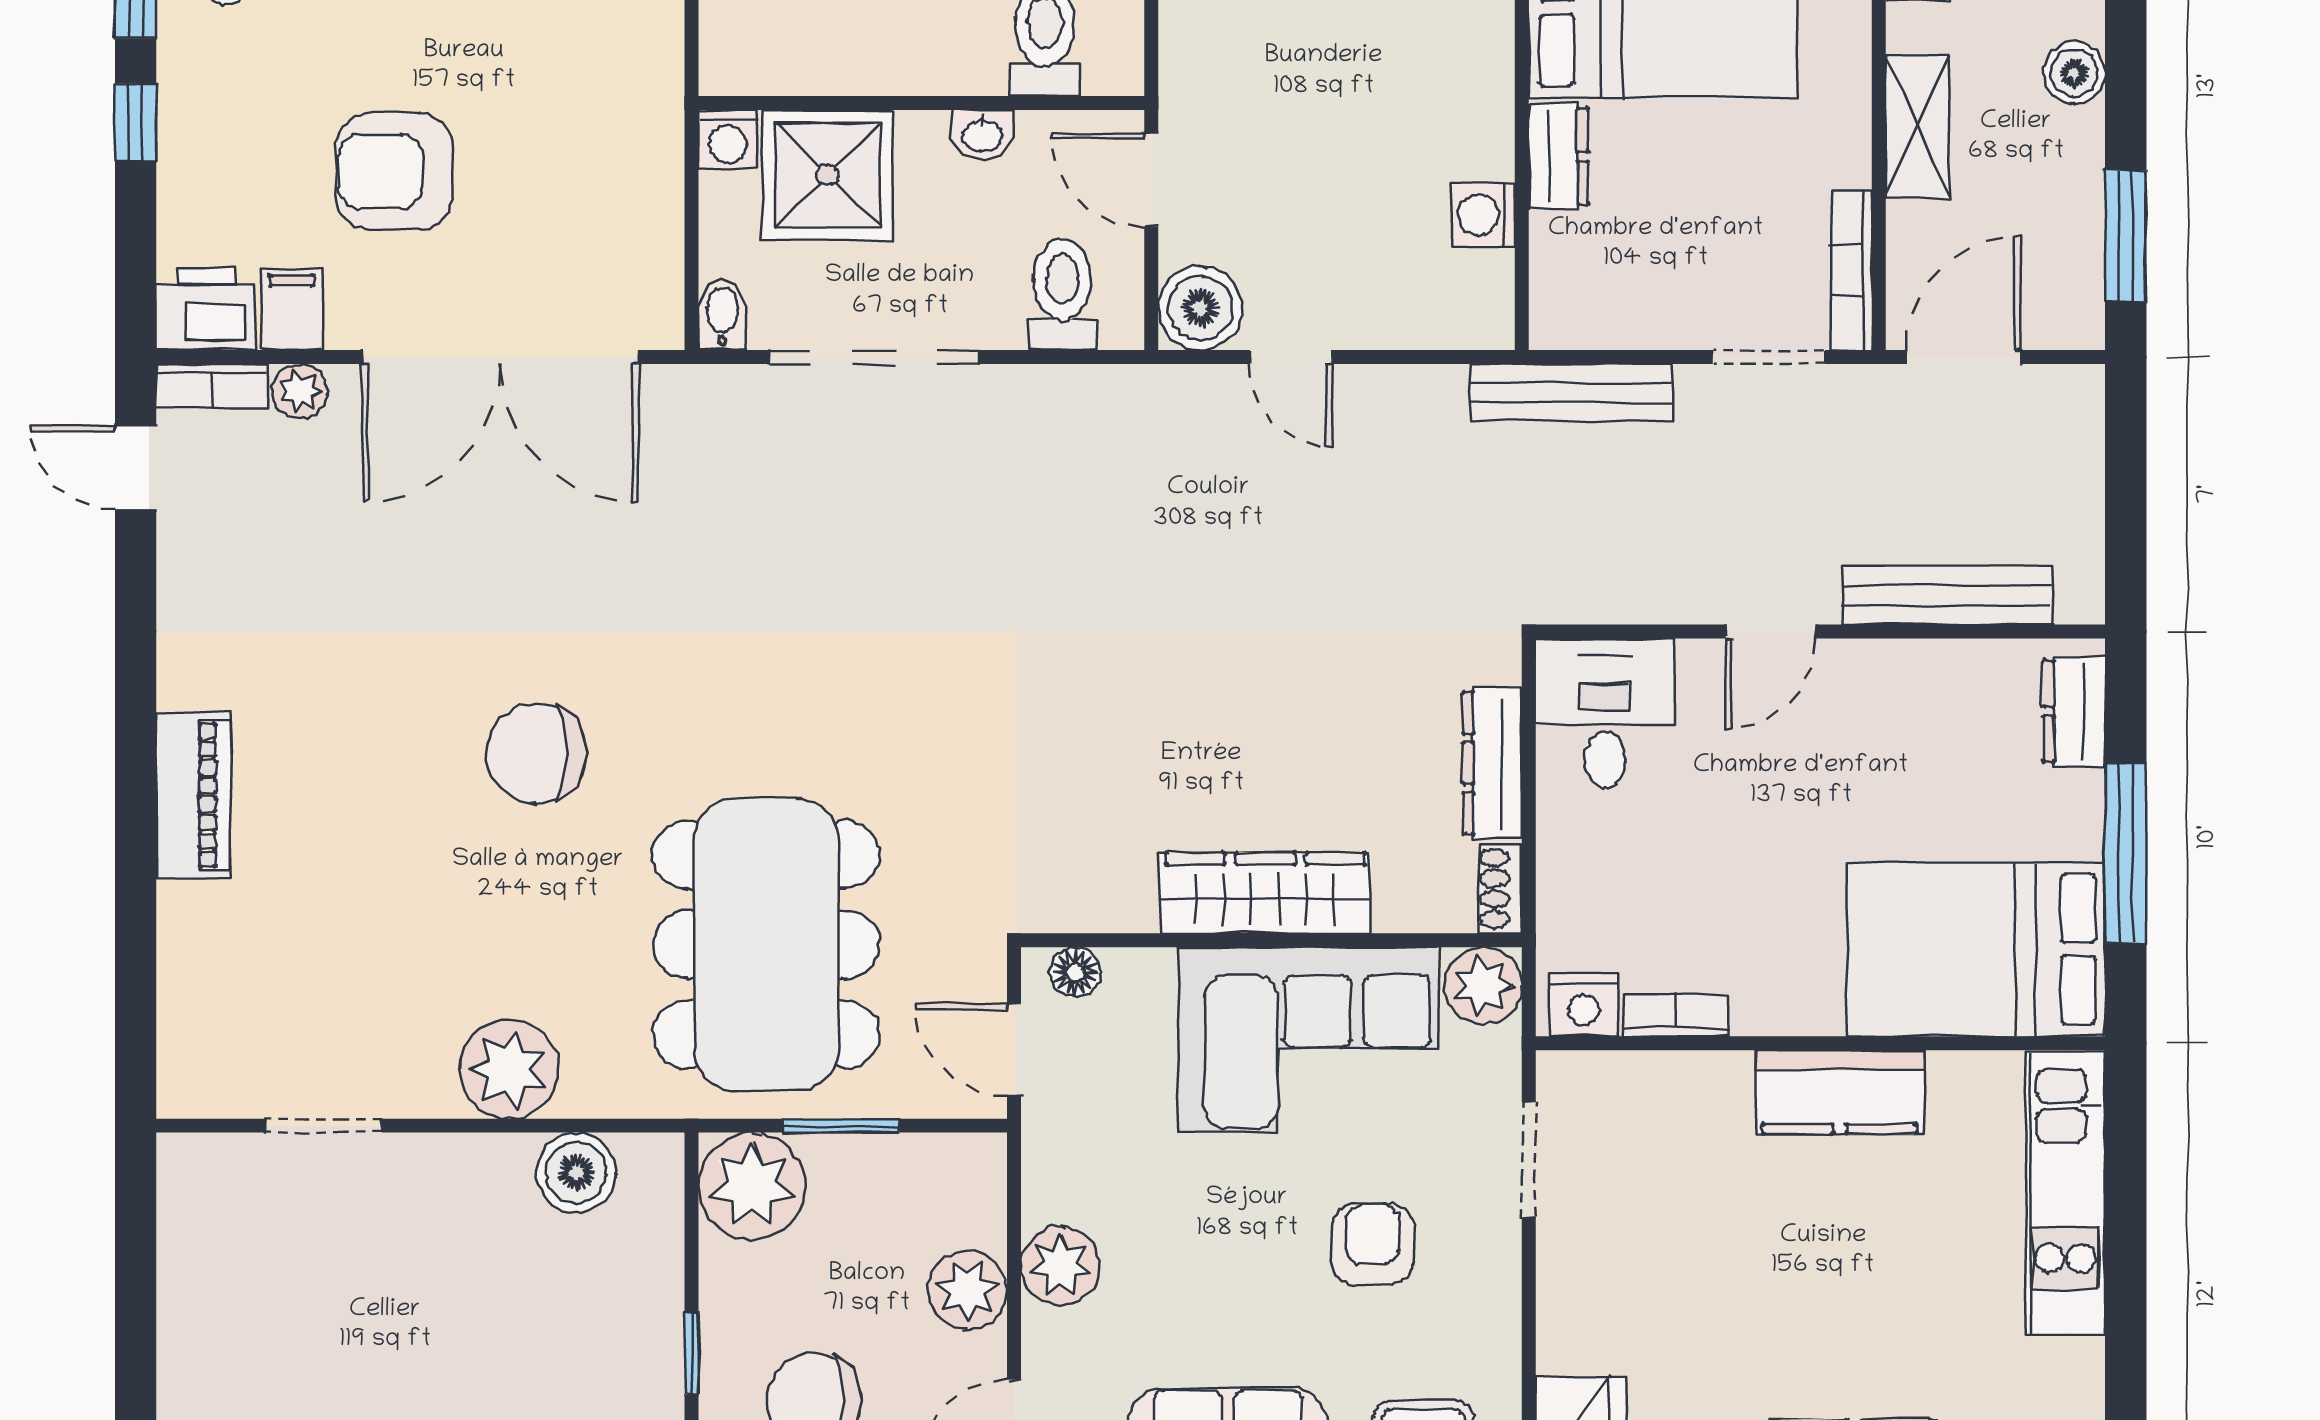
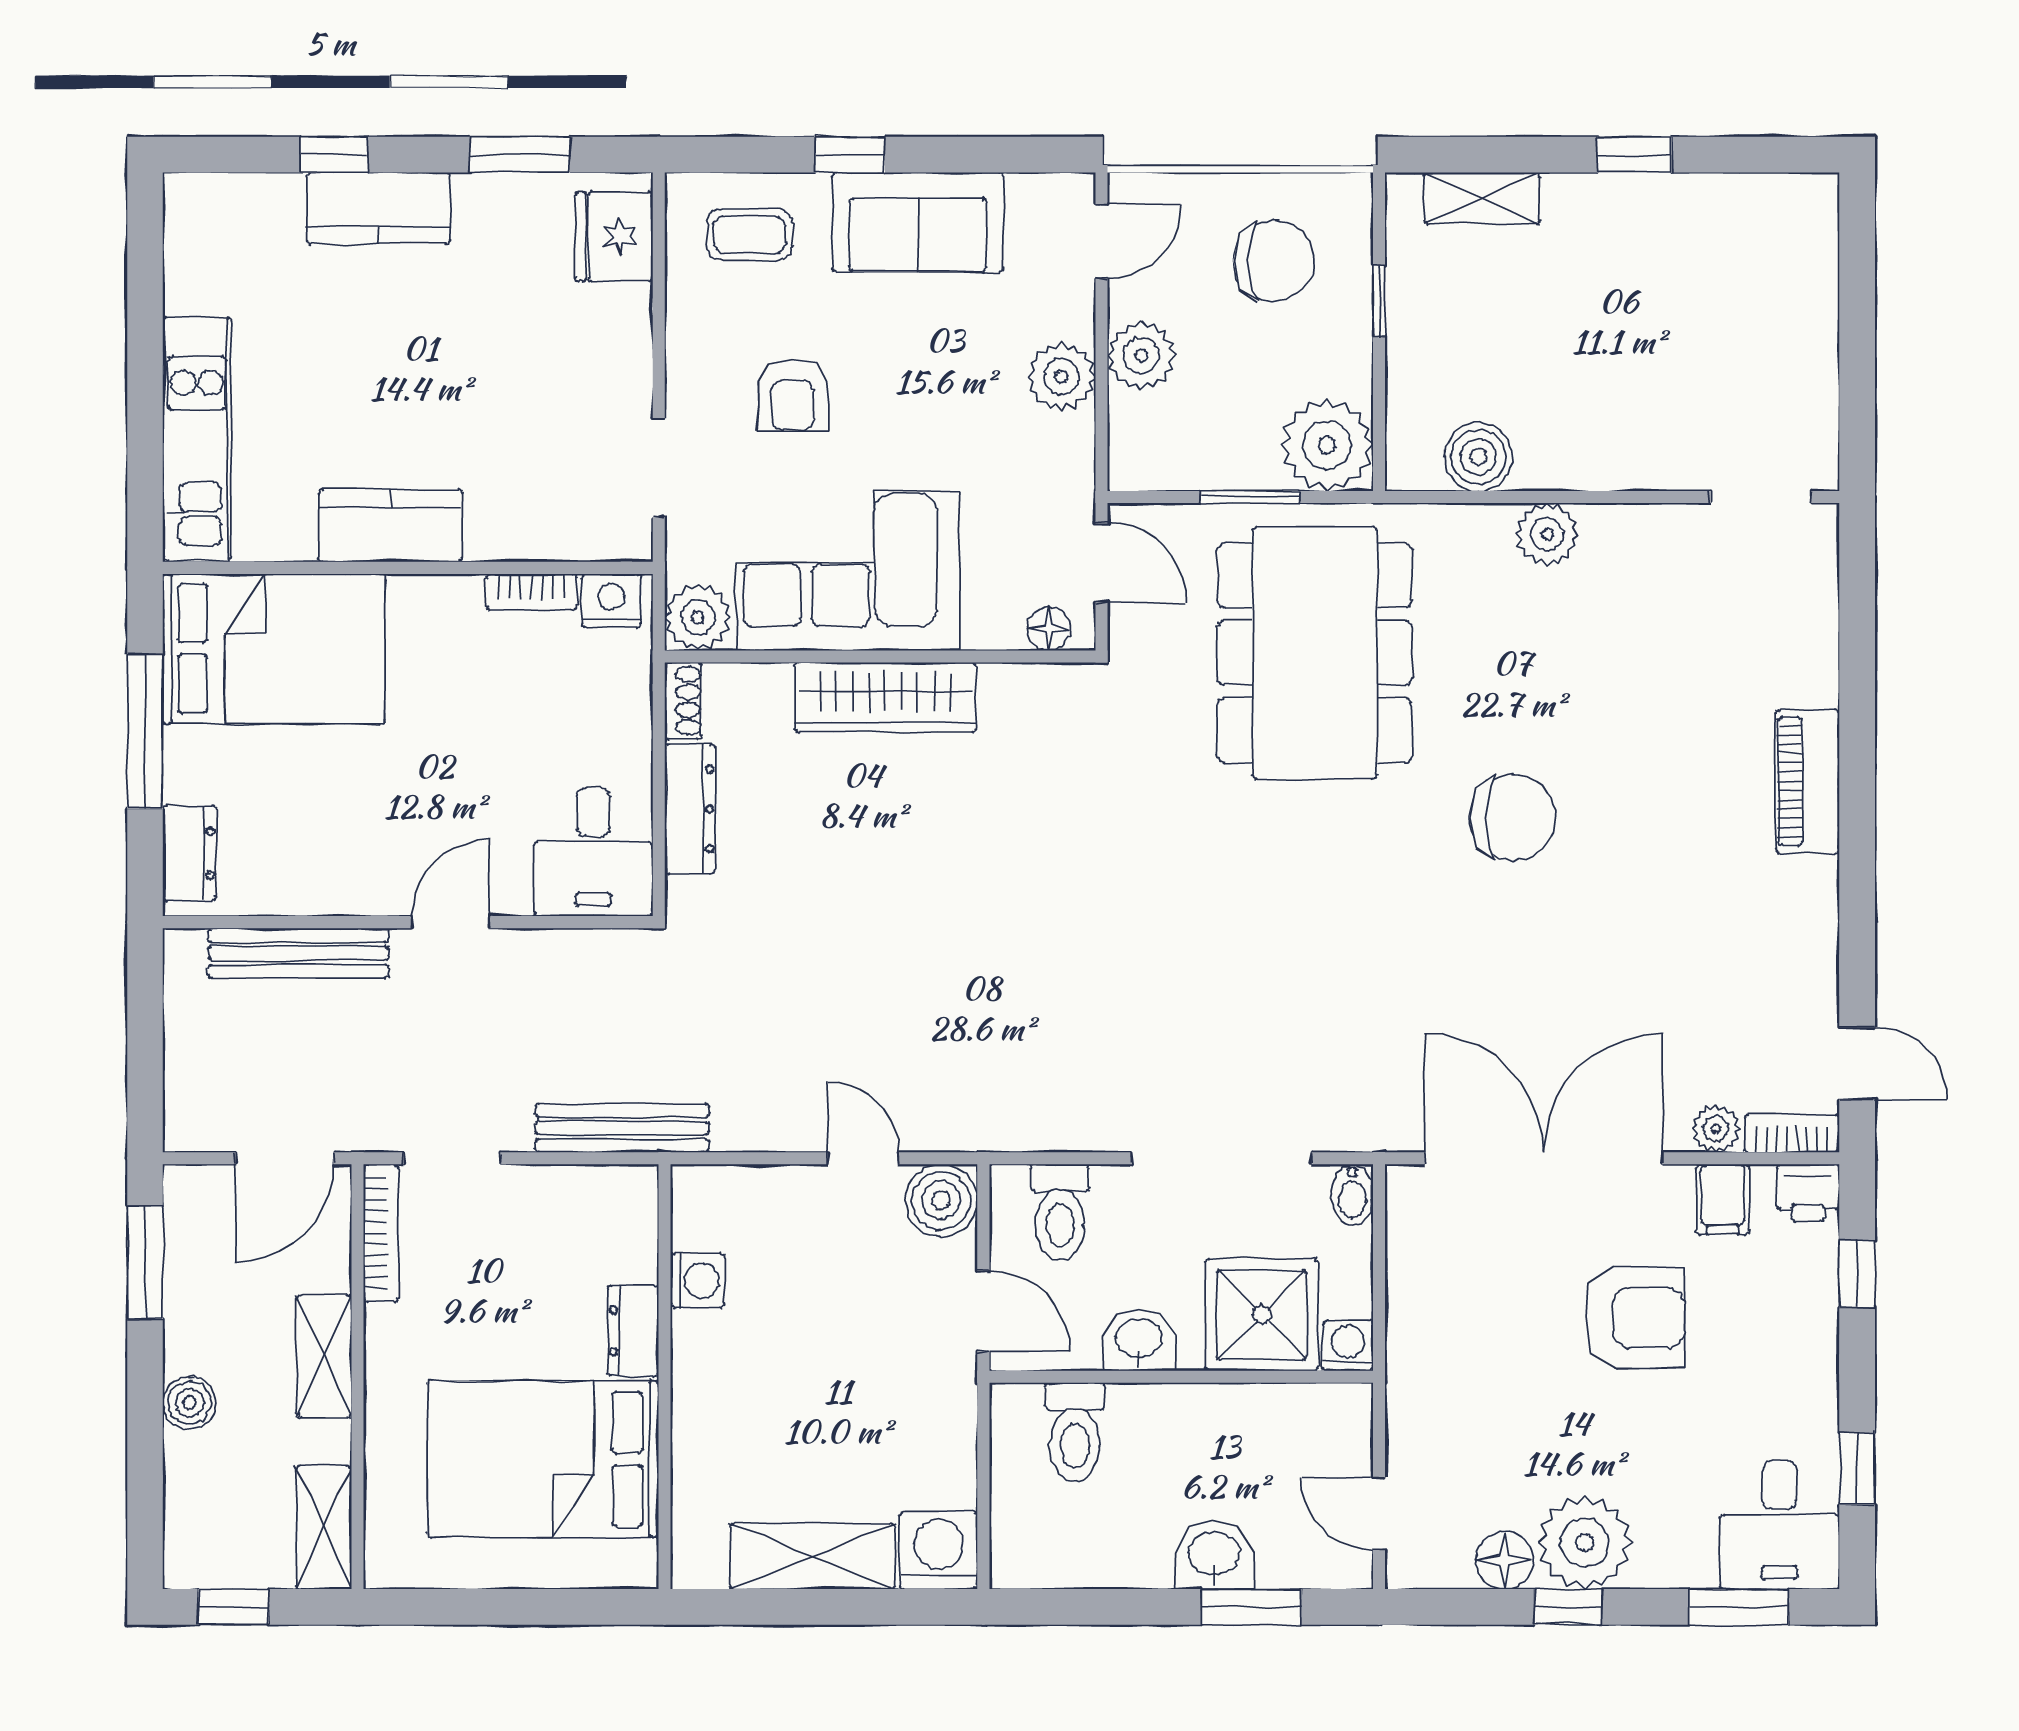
window: (136, 122) -> (1857, 1274), moved
washbasin: (983, 135) -> (1139, 1340), width x1.38, depth x1.45
printer: (206, 309) -> (1808, 1193), width x0.73, depth x0.81
plant: (509, 1069) -> (1547, 534), width x0.73, depth x0.73
doorway: (324, 1126) -> (1761, 497), moved

